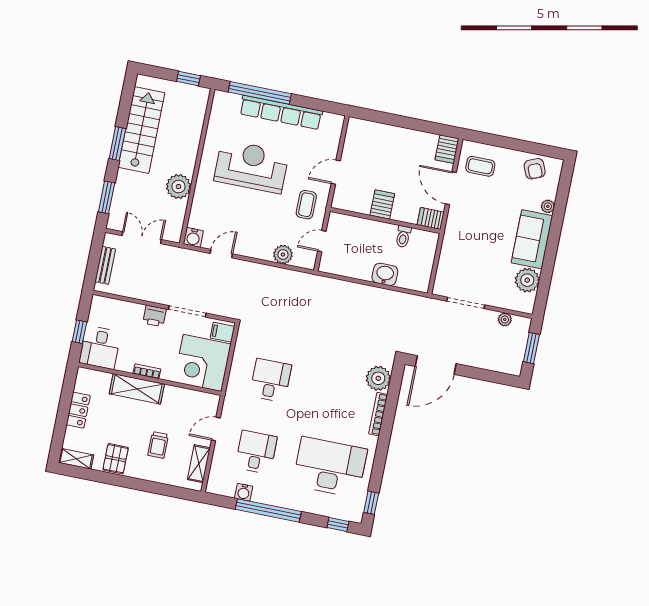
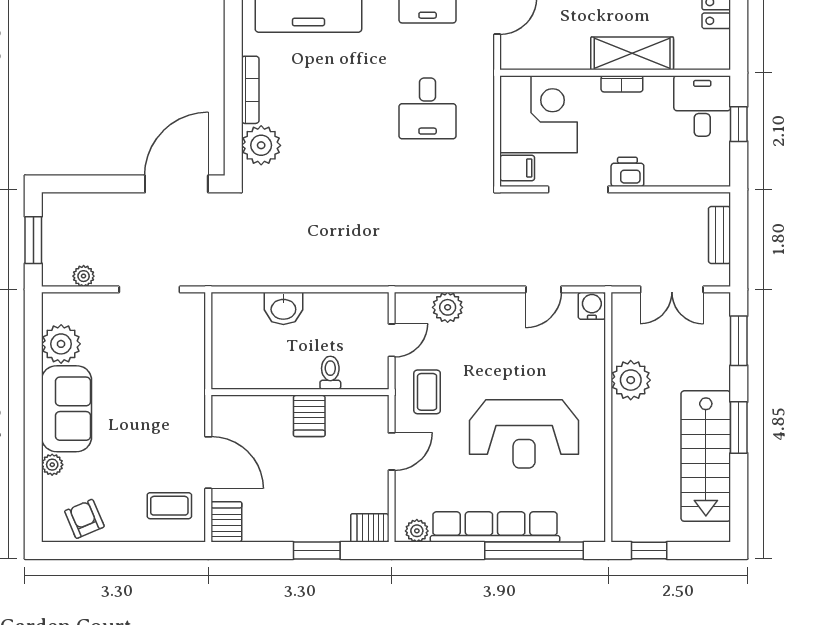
plant: (330, 120) -> (417, 531), added
window: (394, 120) -> (317, 551), added
server rack: (431, 218) -> (370, 528), moved, turned 180
toilet: (403, 237) -> (330, 373), moved

